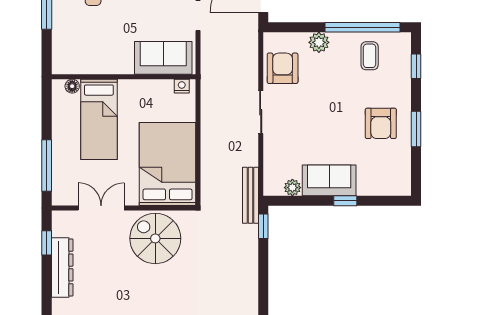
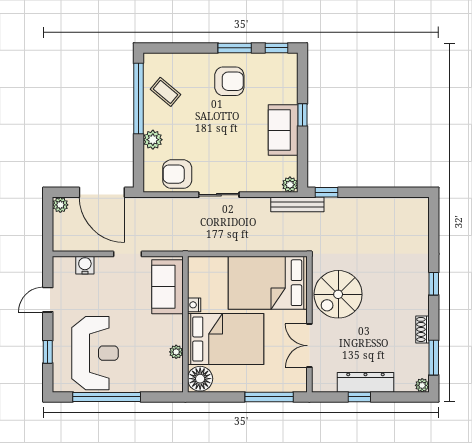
coffee table: (370, 56) -> (165, 92), turned 40
window: (416, 66) -> (276, 48), moved
plant: (94, 67) -> (176, 352), added
floor lamp: (72, 86) -> (200, 379), width x1.89, depth x1.89
nightstand: (182, 86) -> (194, 305), moved
bed: (99, 119) -> (226, 339), width x1.50
plant: (292, 188) -> (290, 185), moved
window: (47, 243) -> (359, 397), moved

